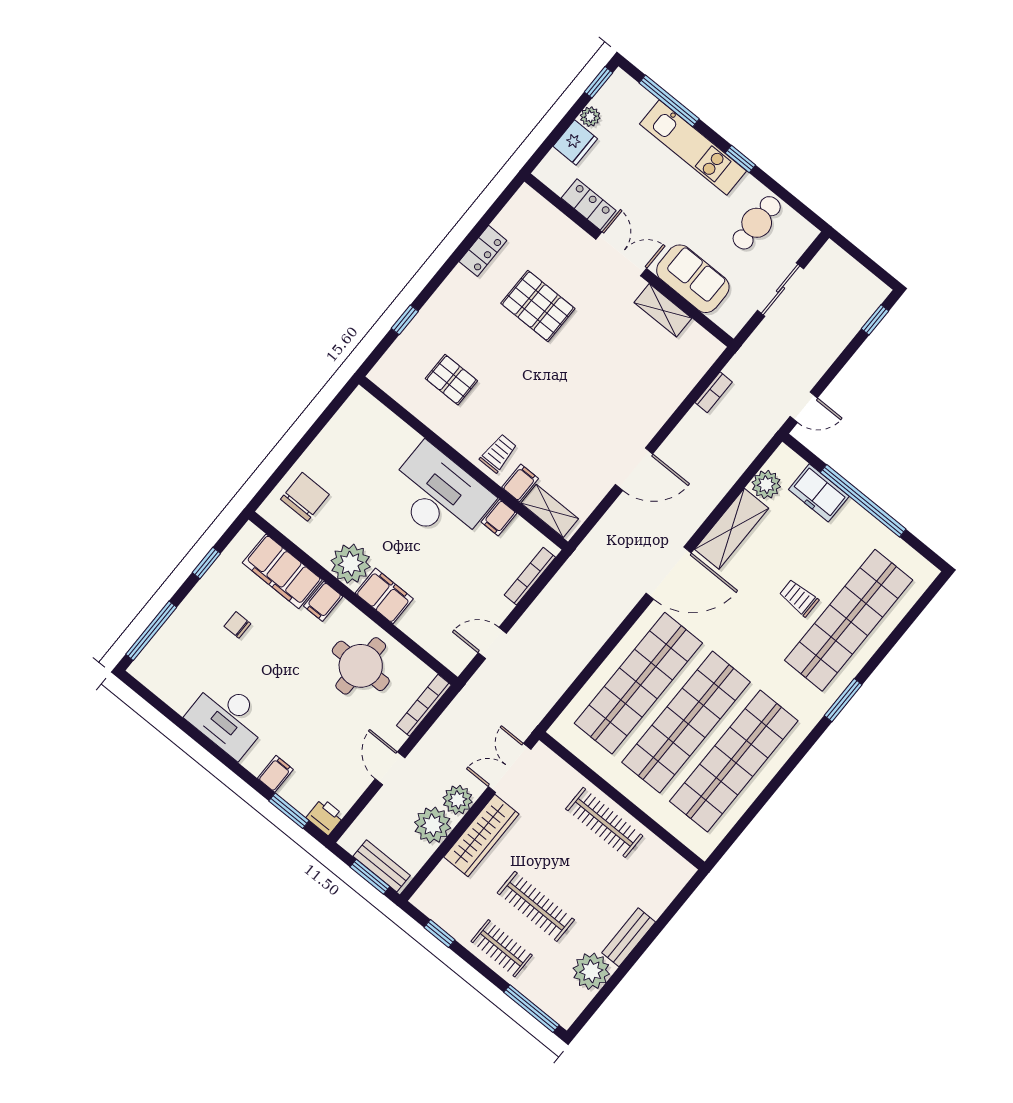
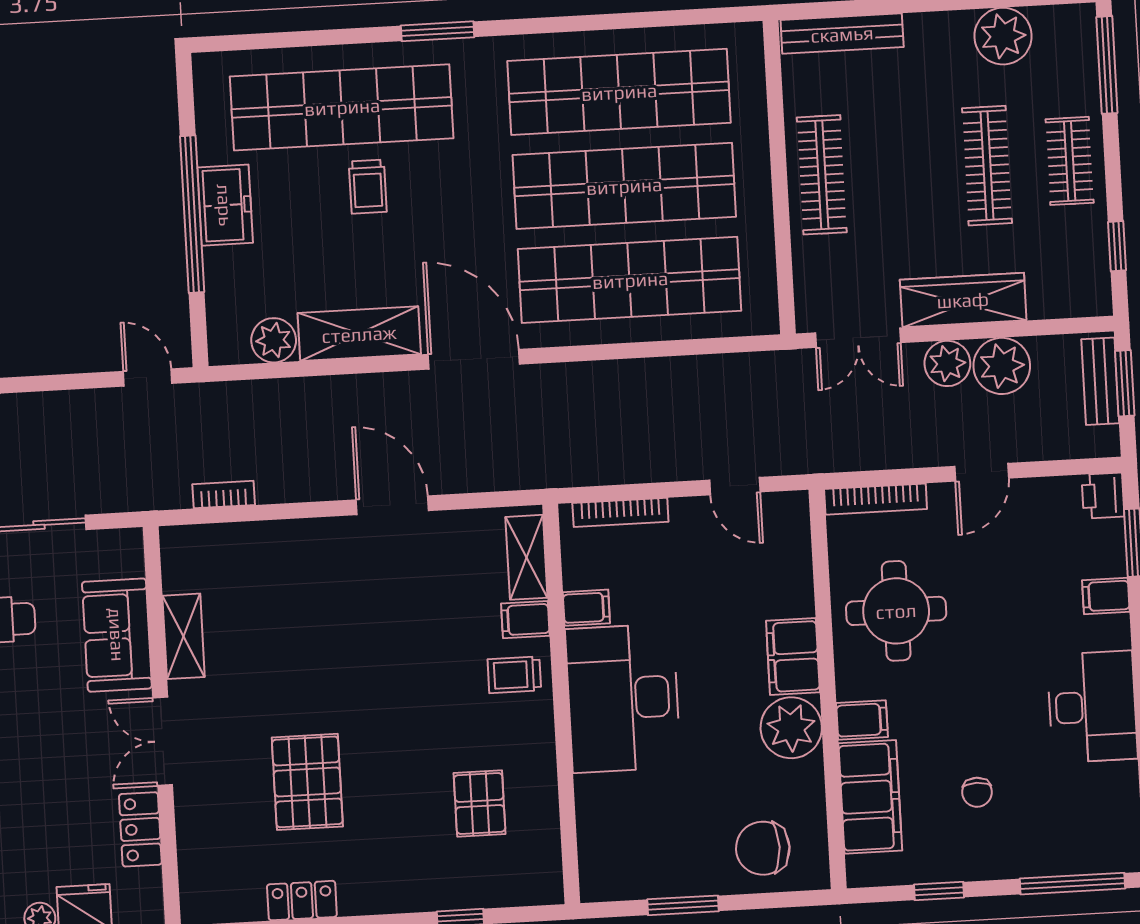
window: (312, 433) -> (683, 905), added
freezer: (819, 493) -> (225, 205), moved
bench: (629, 937) -> (842, 34), moved, width x1.36

